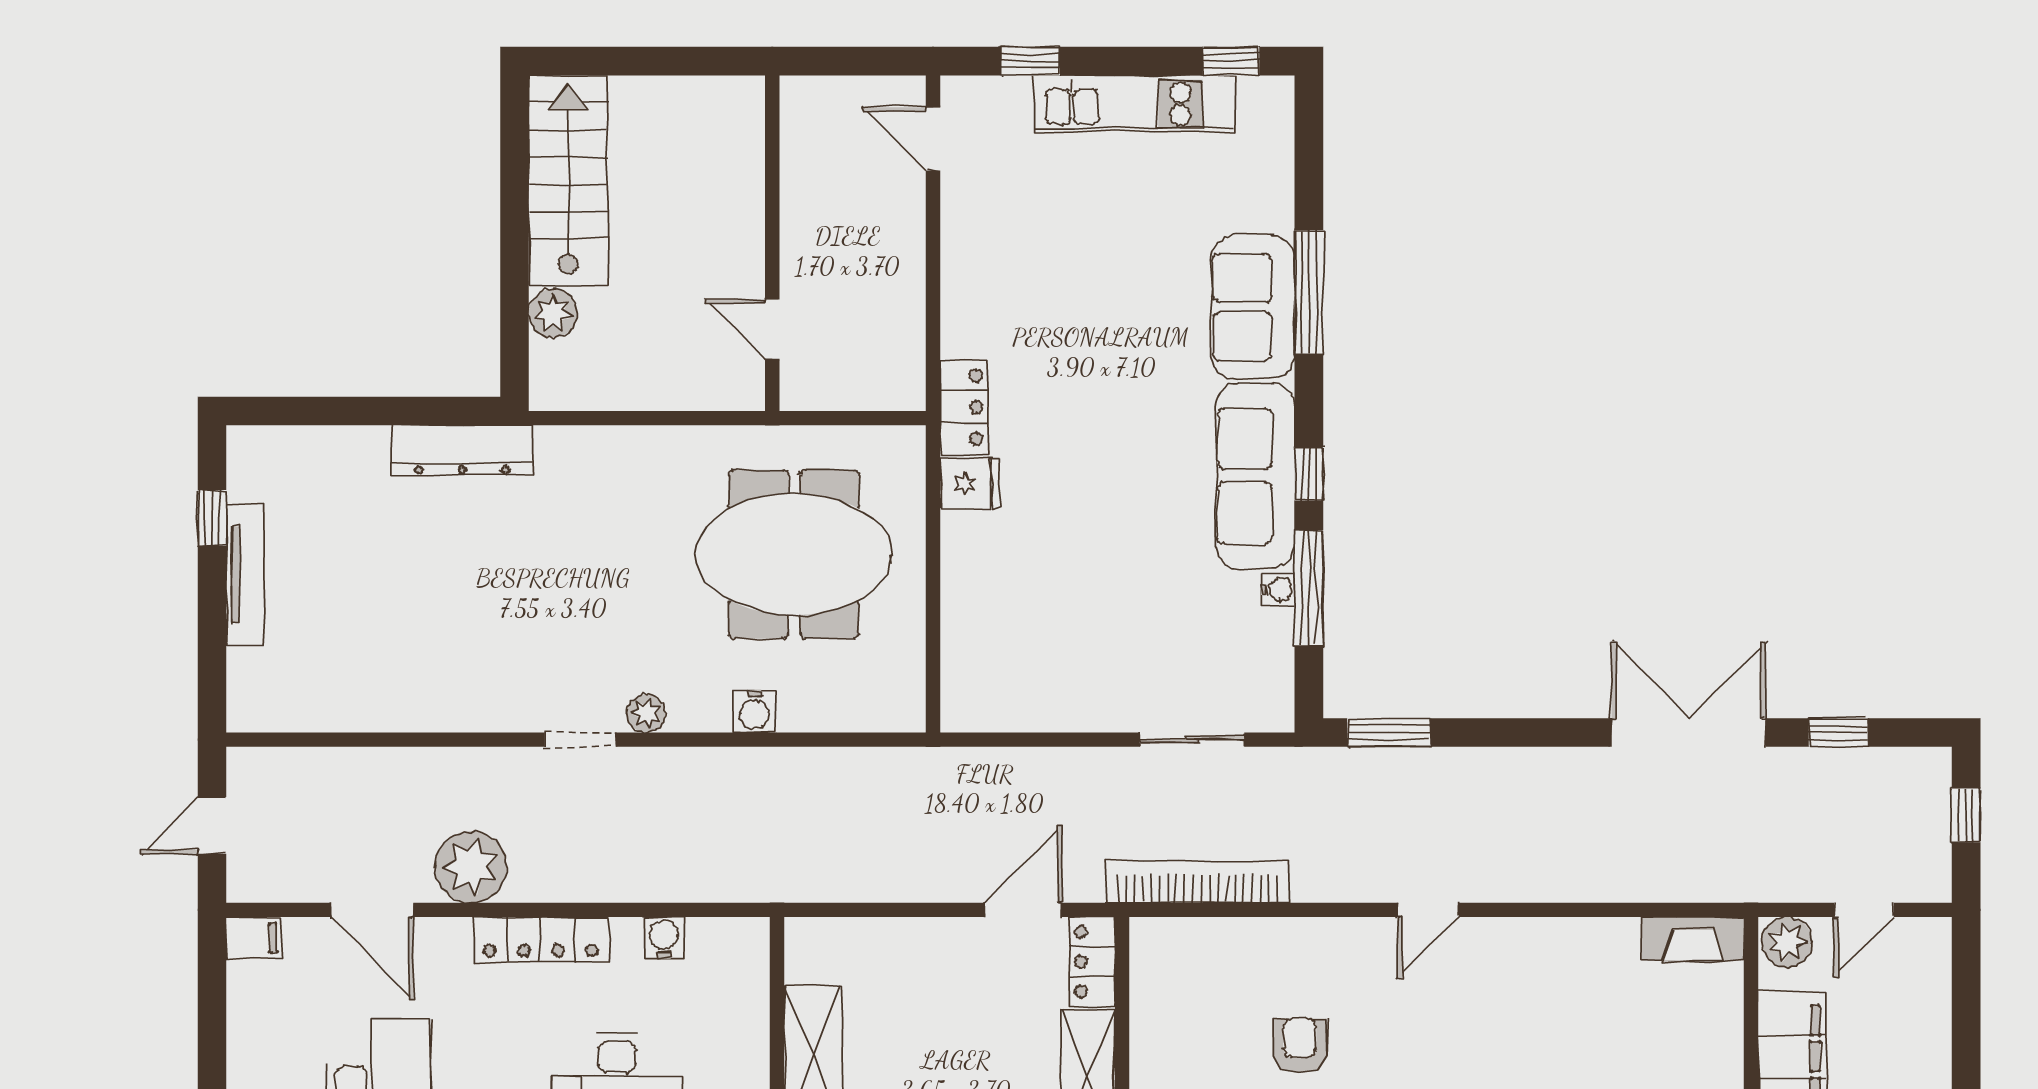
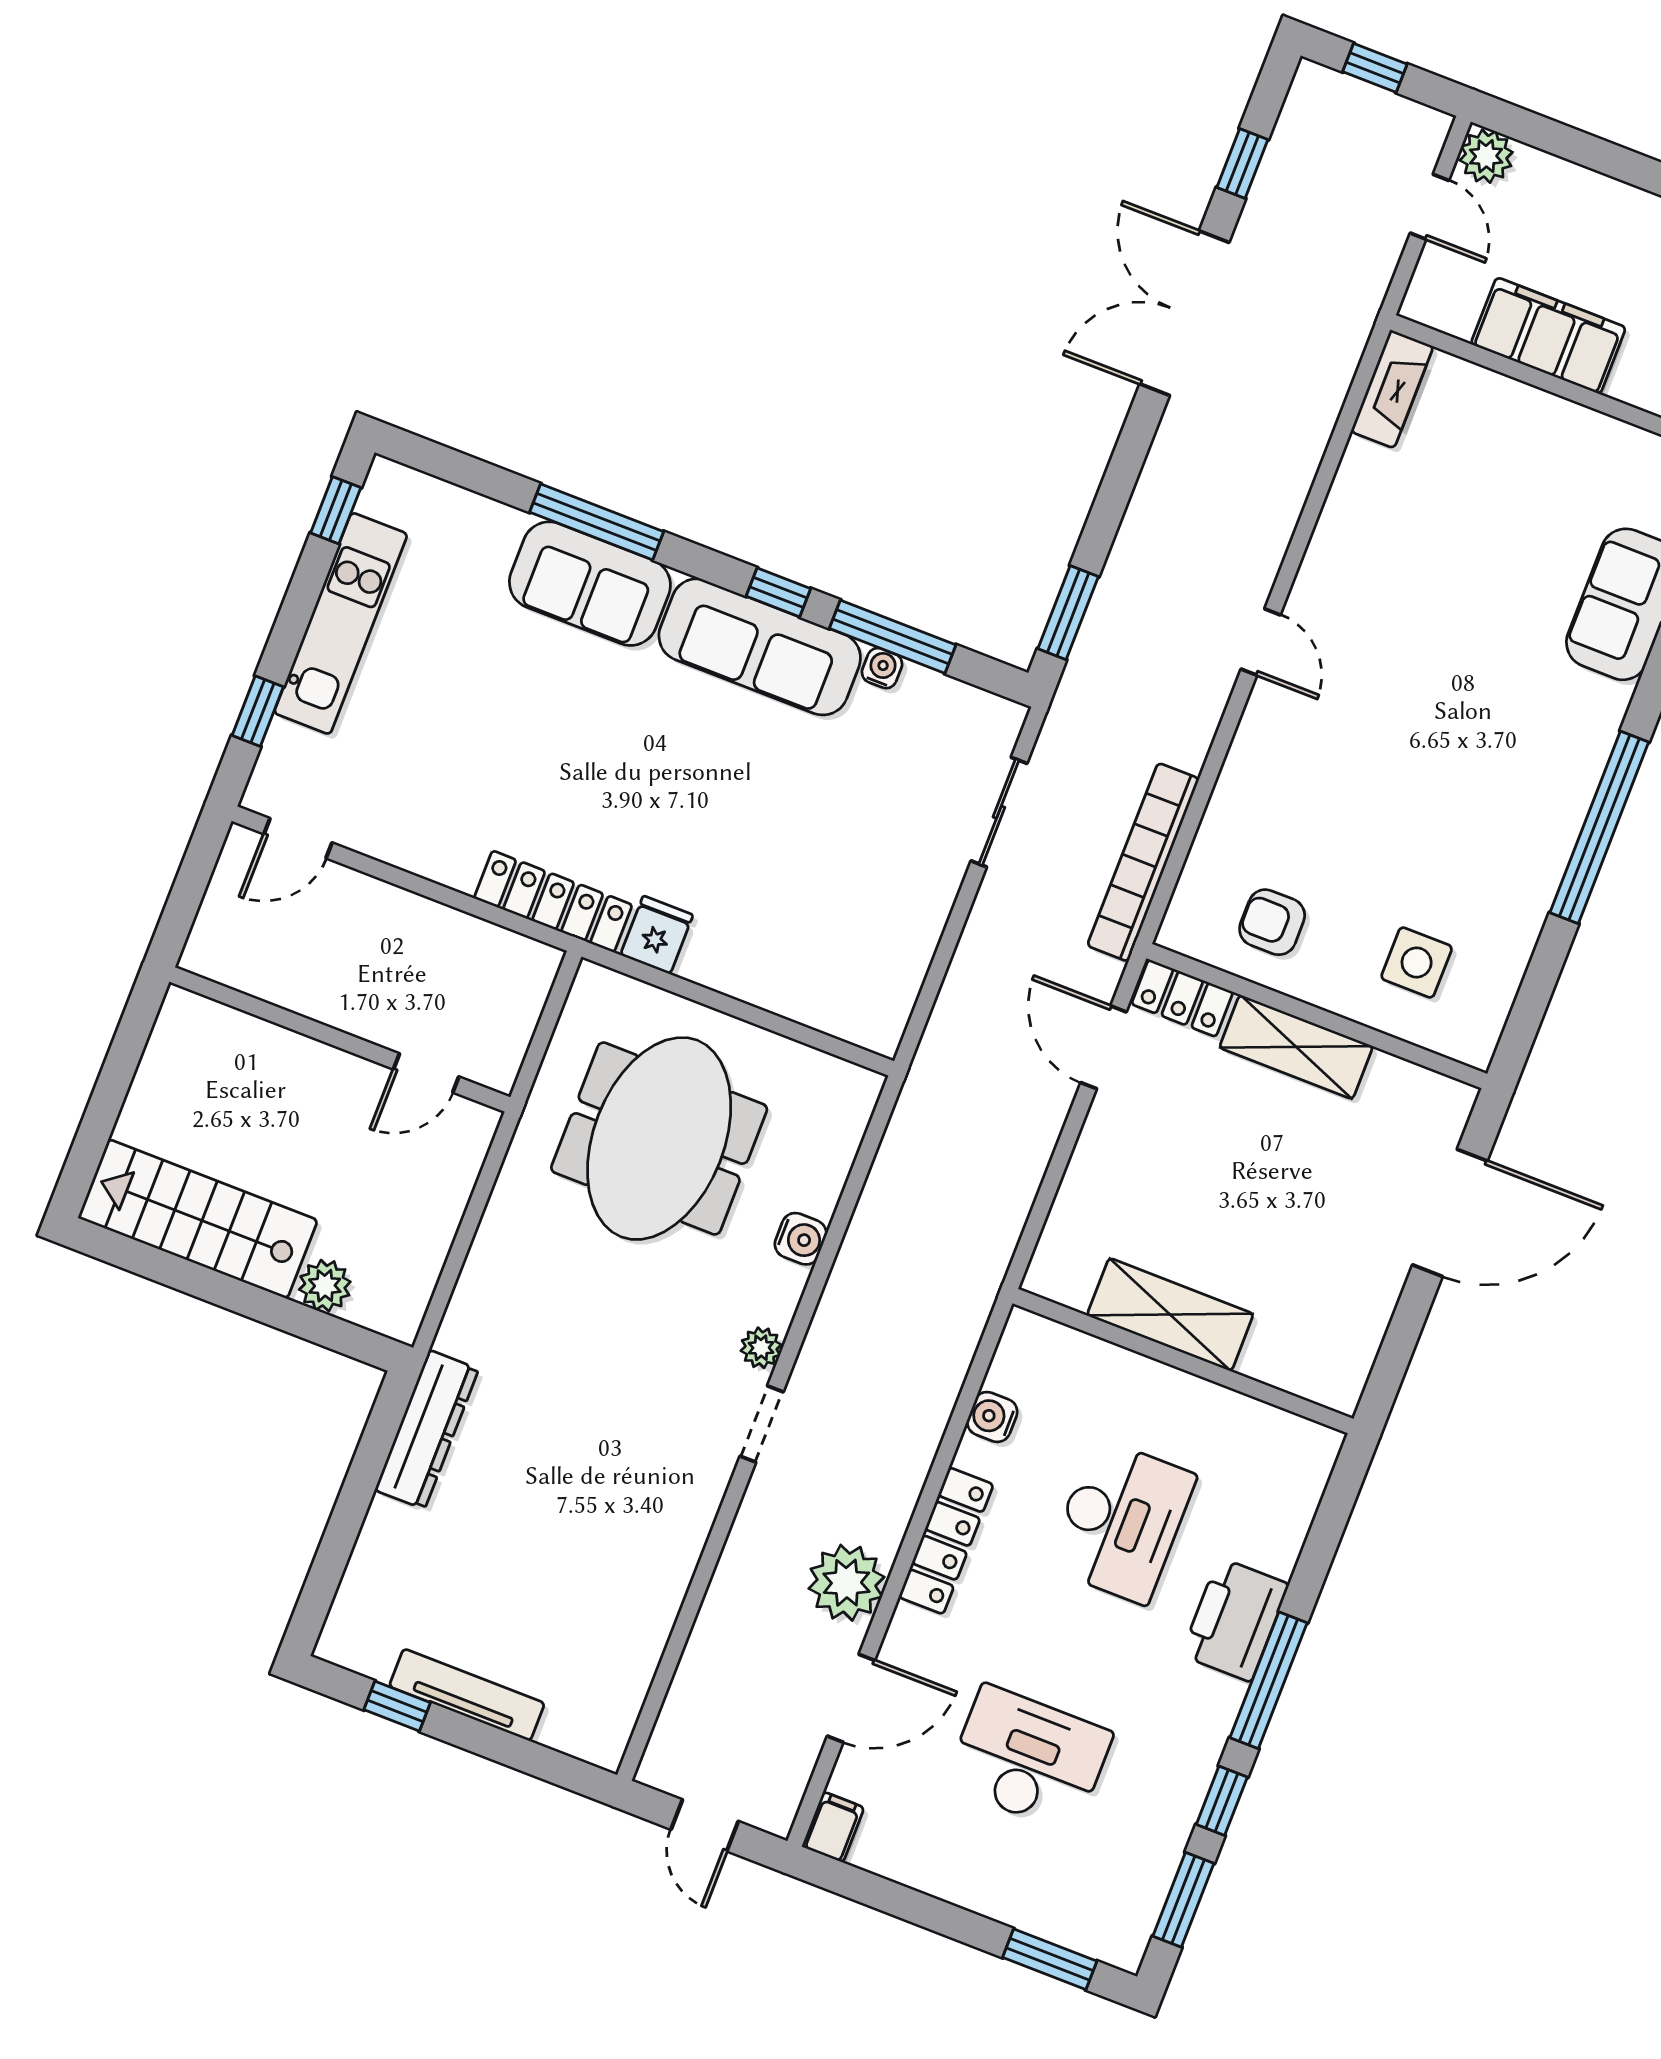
locker: (964, 407) -> (553, 902), width x1.53
plant: (1787, 942) -> (1486, 156), moved
armchair: (1300, 1046) -> (1272, 922), moved

